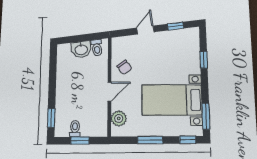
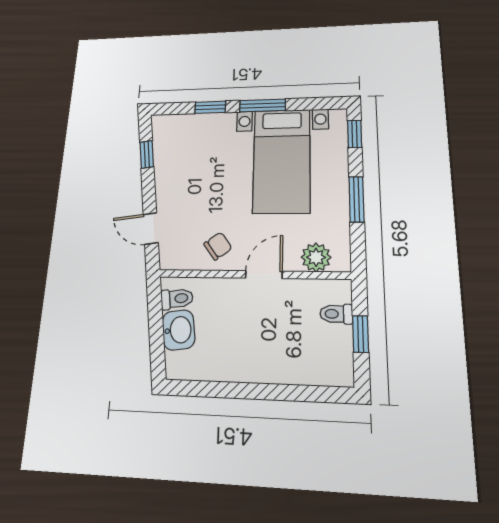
door: (145, 30) -> (151, 228), moved
door: (109, 92) -> (264, 275), hinge flipped
window: (206, 116) -> (262, 105), moved
window: (51, 118) -> (315, 394), removed
toilet: (75, 129) -> (336, 314), moved

